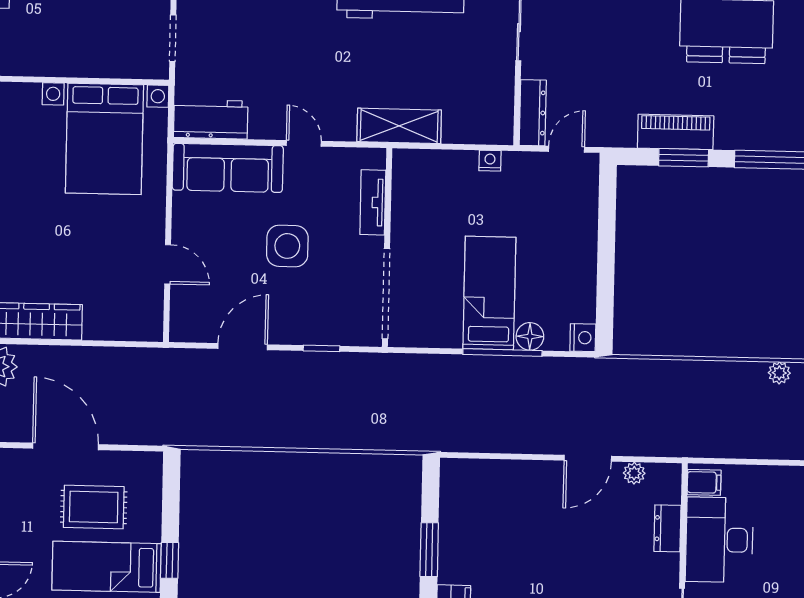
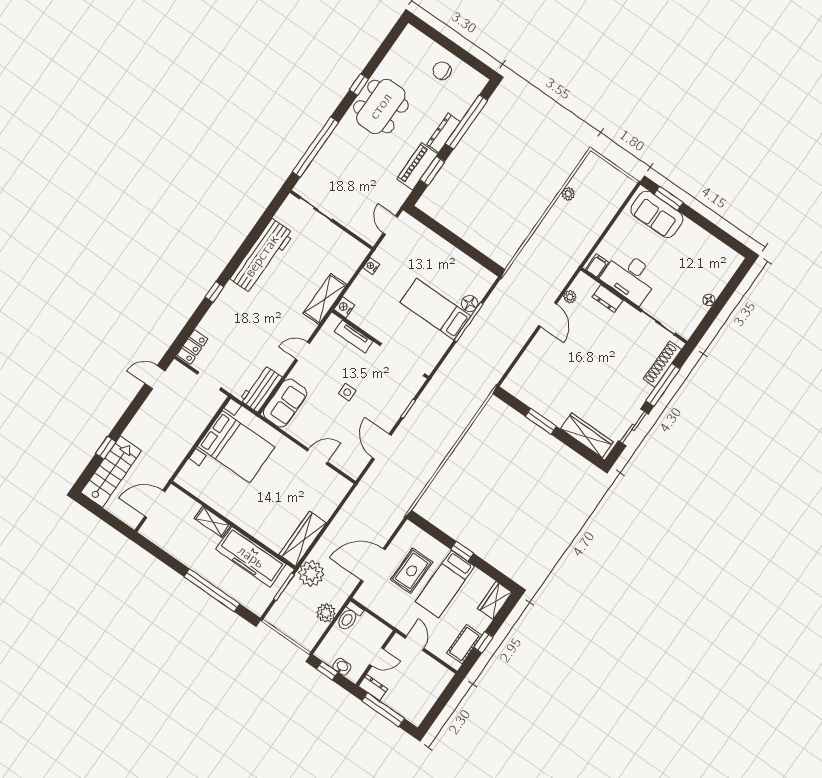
dresser: (533, 113) -> (444, 133), moved, turned -90
sofa: (228, 168) -> (285, 403), width x0.73
side table: (287, 246) -> (347, 392), width x0.54, depth x0.54
nightstand: (583, 338) -> (344, 307), moved, turned -90

